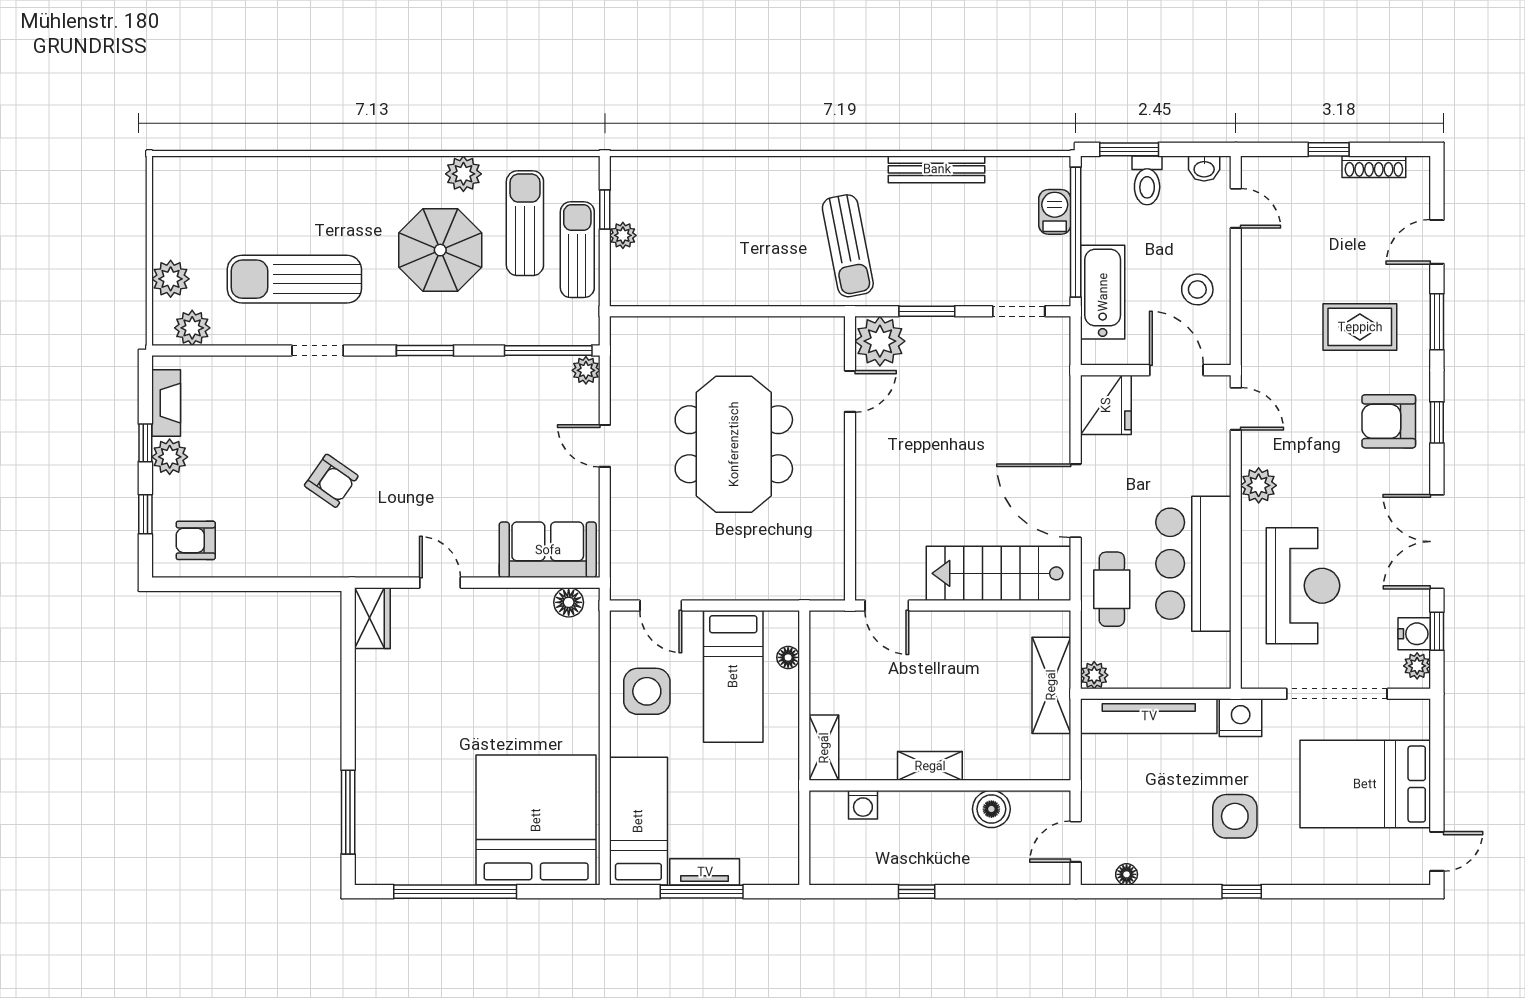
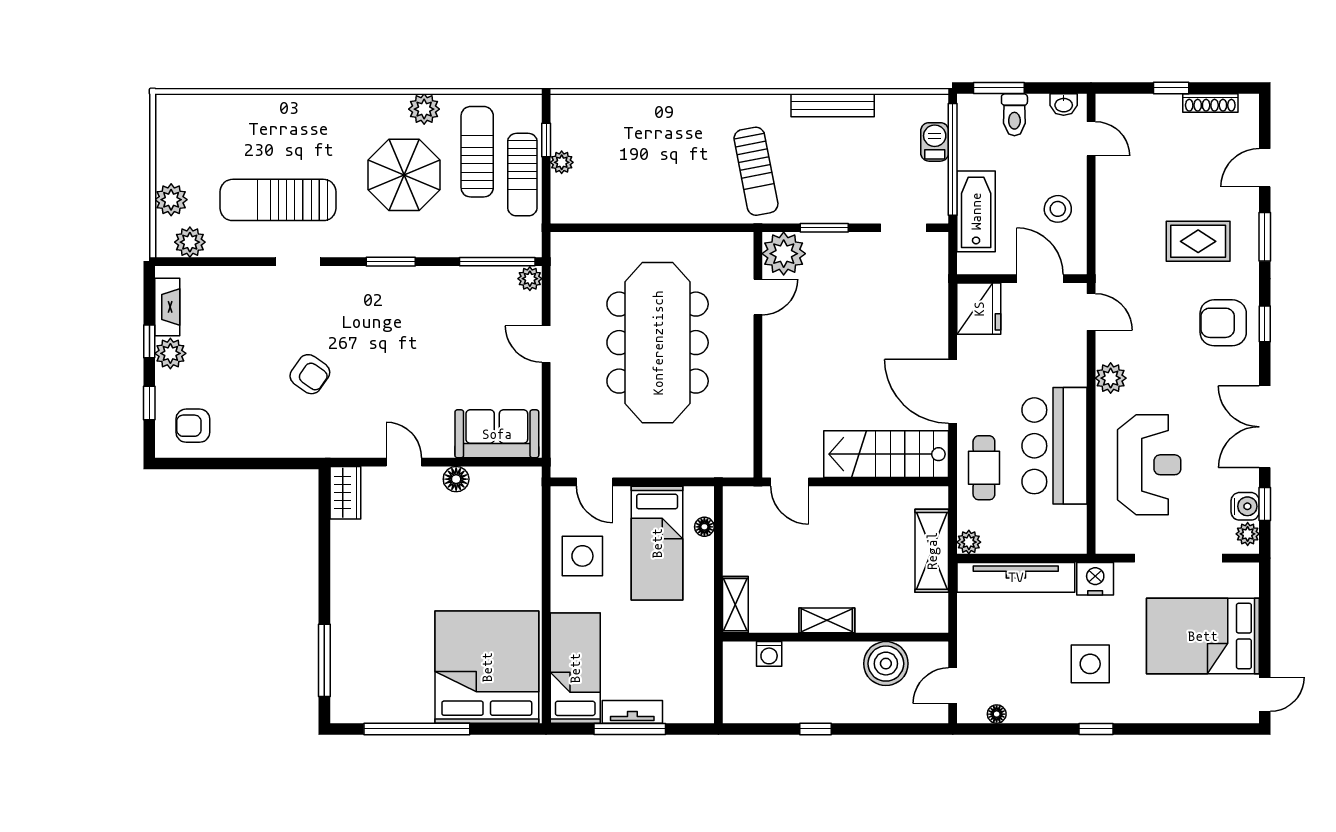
sun lounger: (577, 250) -> (522, 175), turned 180
meeting table: (734, 444) -> (658, 343), width x1.36
floor lamp: (569, 602) -> (456, 479), moved
boiler: (991, 809) -> (886, 664), width x1.37, depth x1.37

